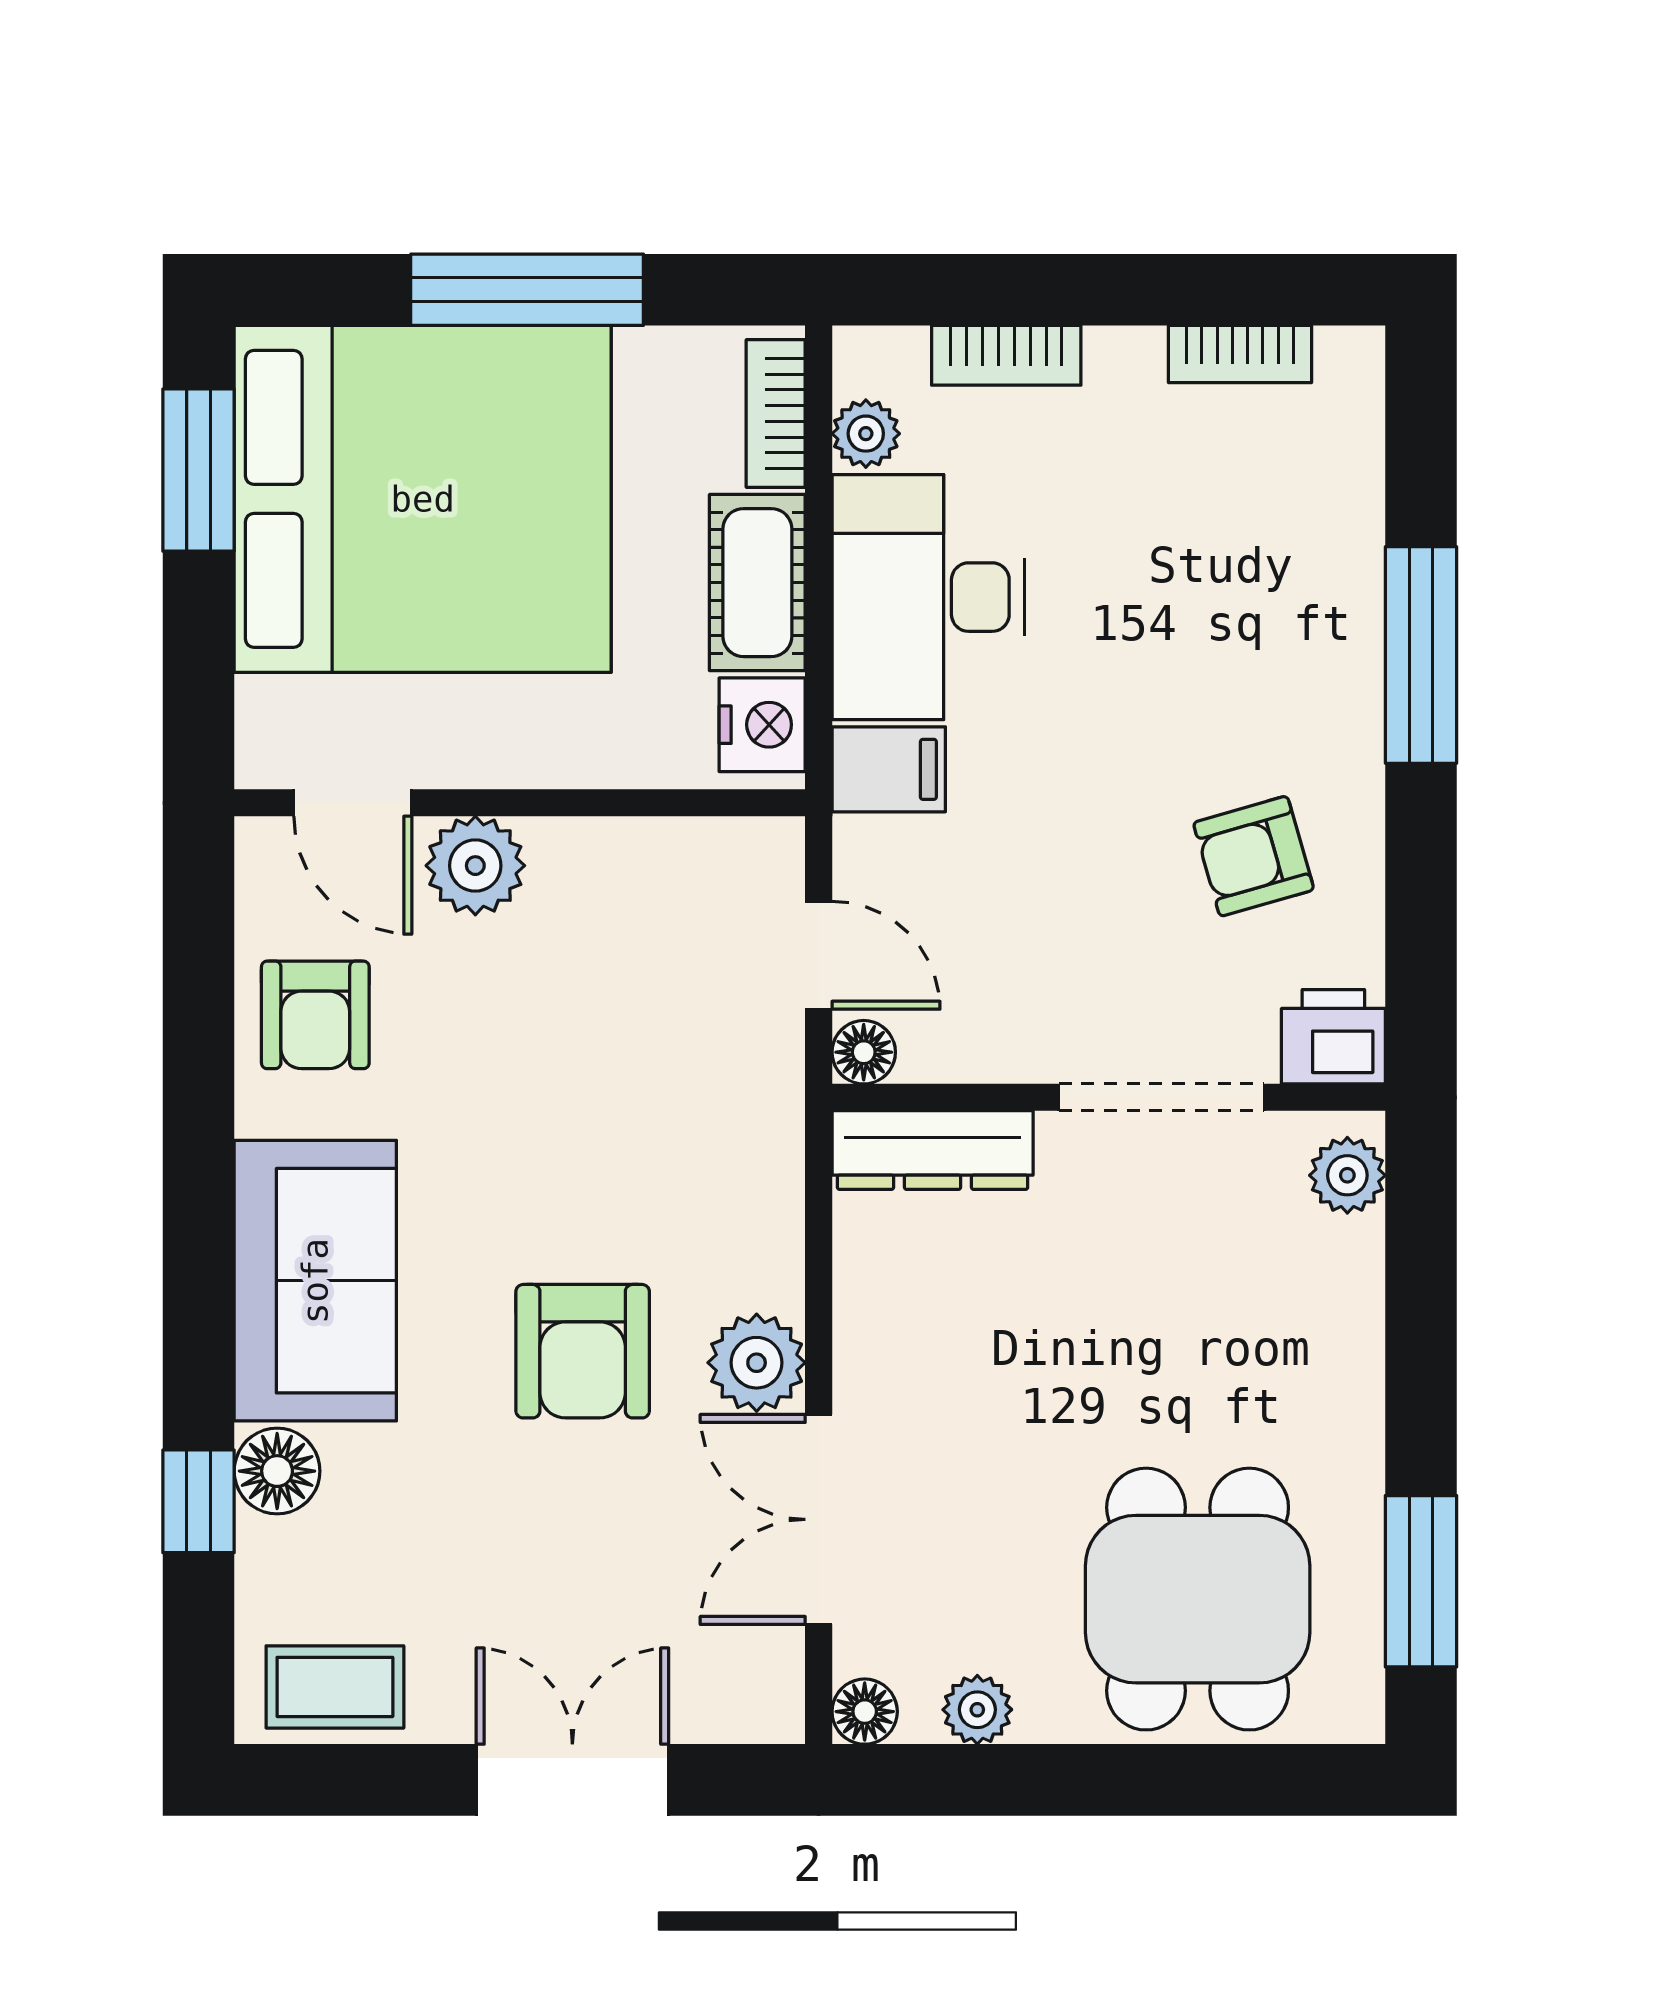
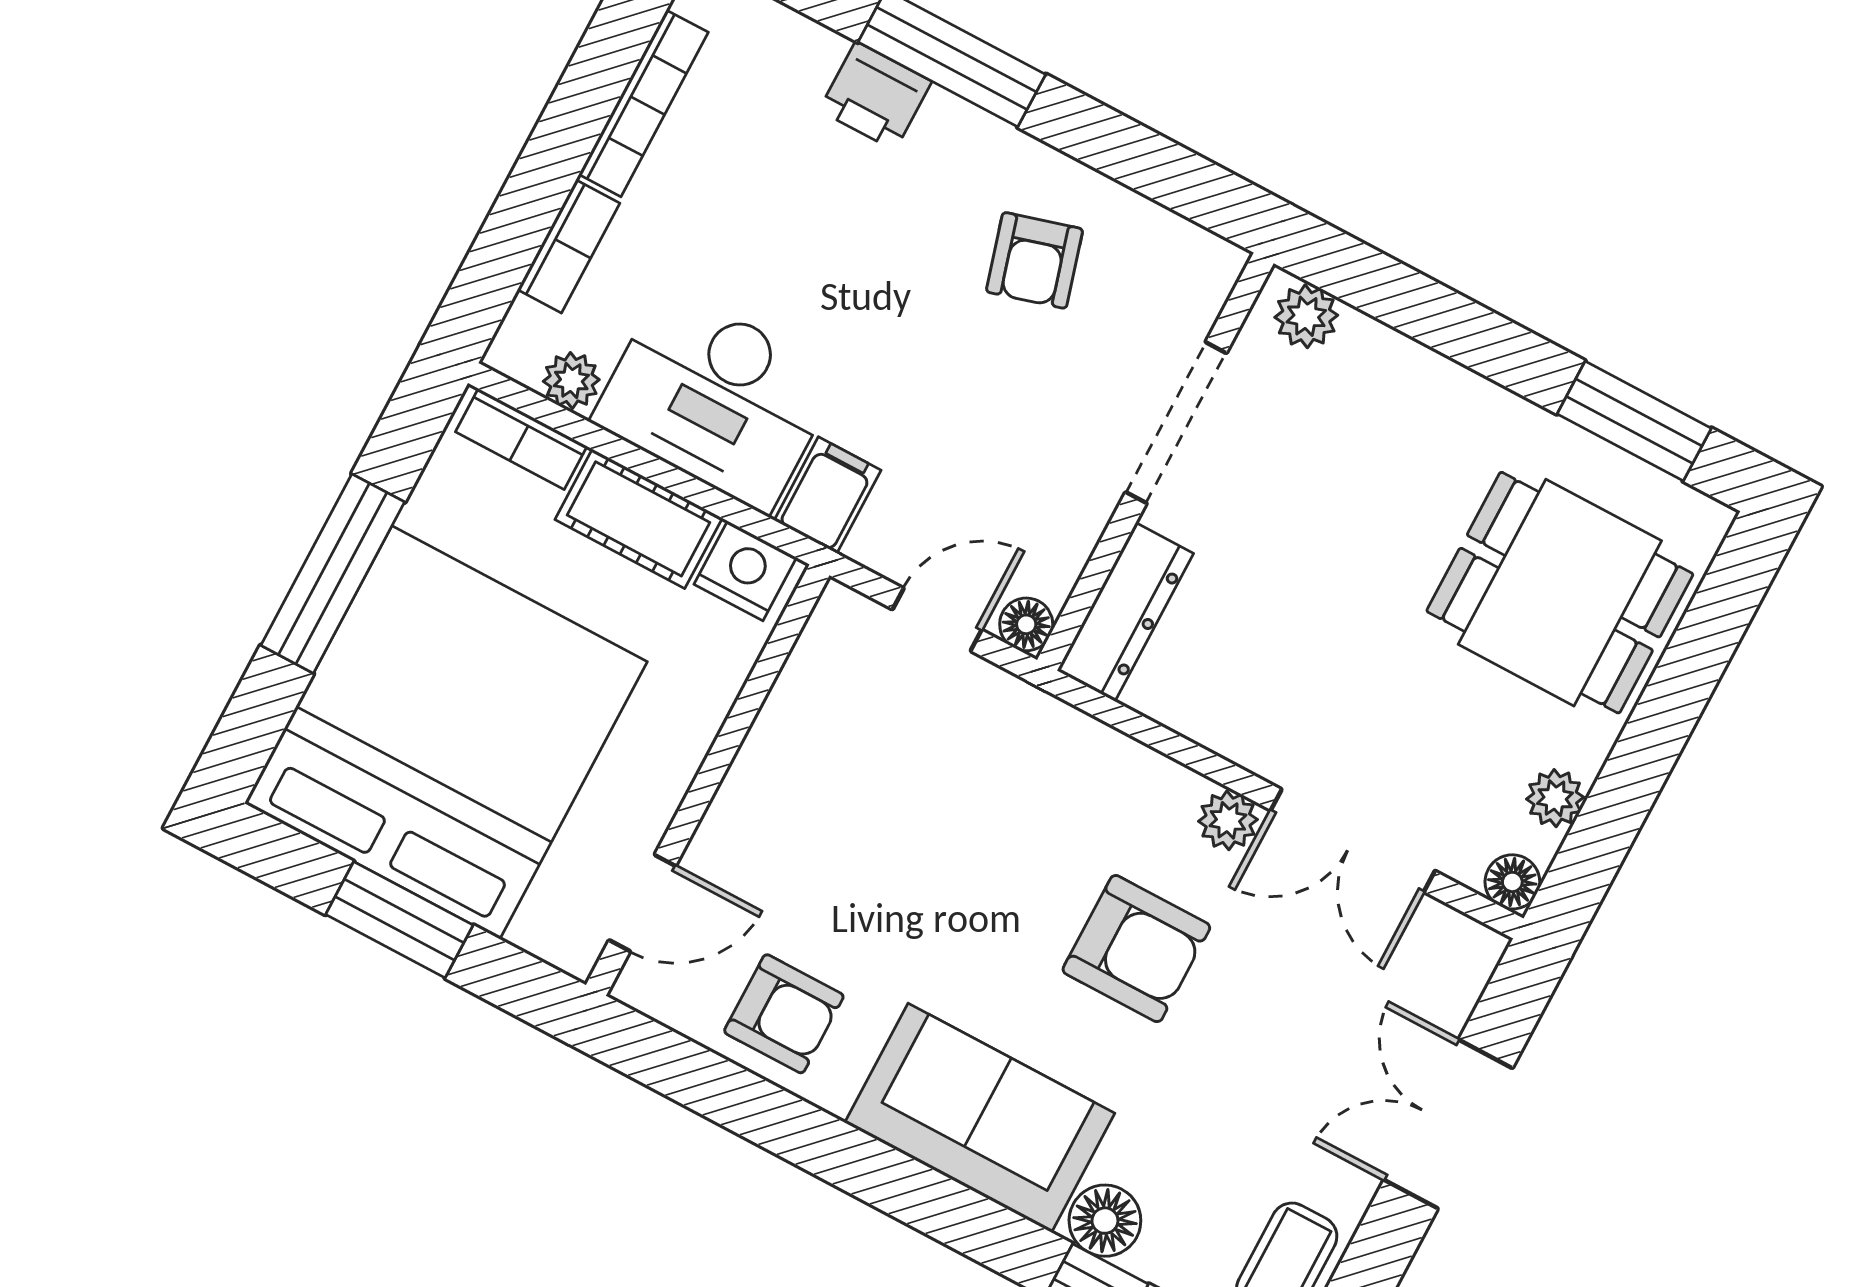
bookcase: (1240, 354) -> (644, 103), width x1.56
window: (198, 470) -> (399, 920), moved
plant: (475, 866) -> (737, 837), removed
printer: (1333, 1037) -> (875, 96), moved, turned -90
plant: (757, 1363) -> (1228, 820), width x0.73, depth x0.73

